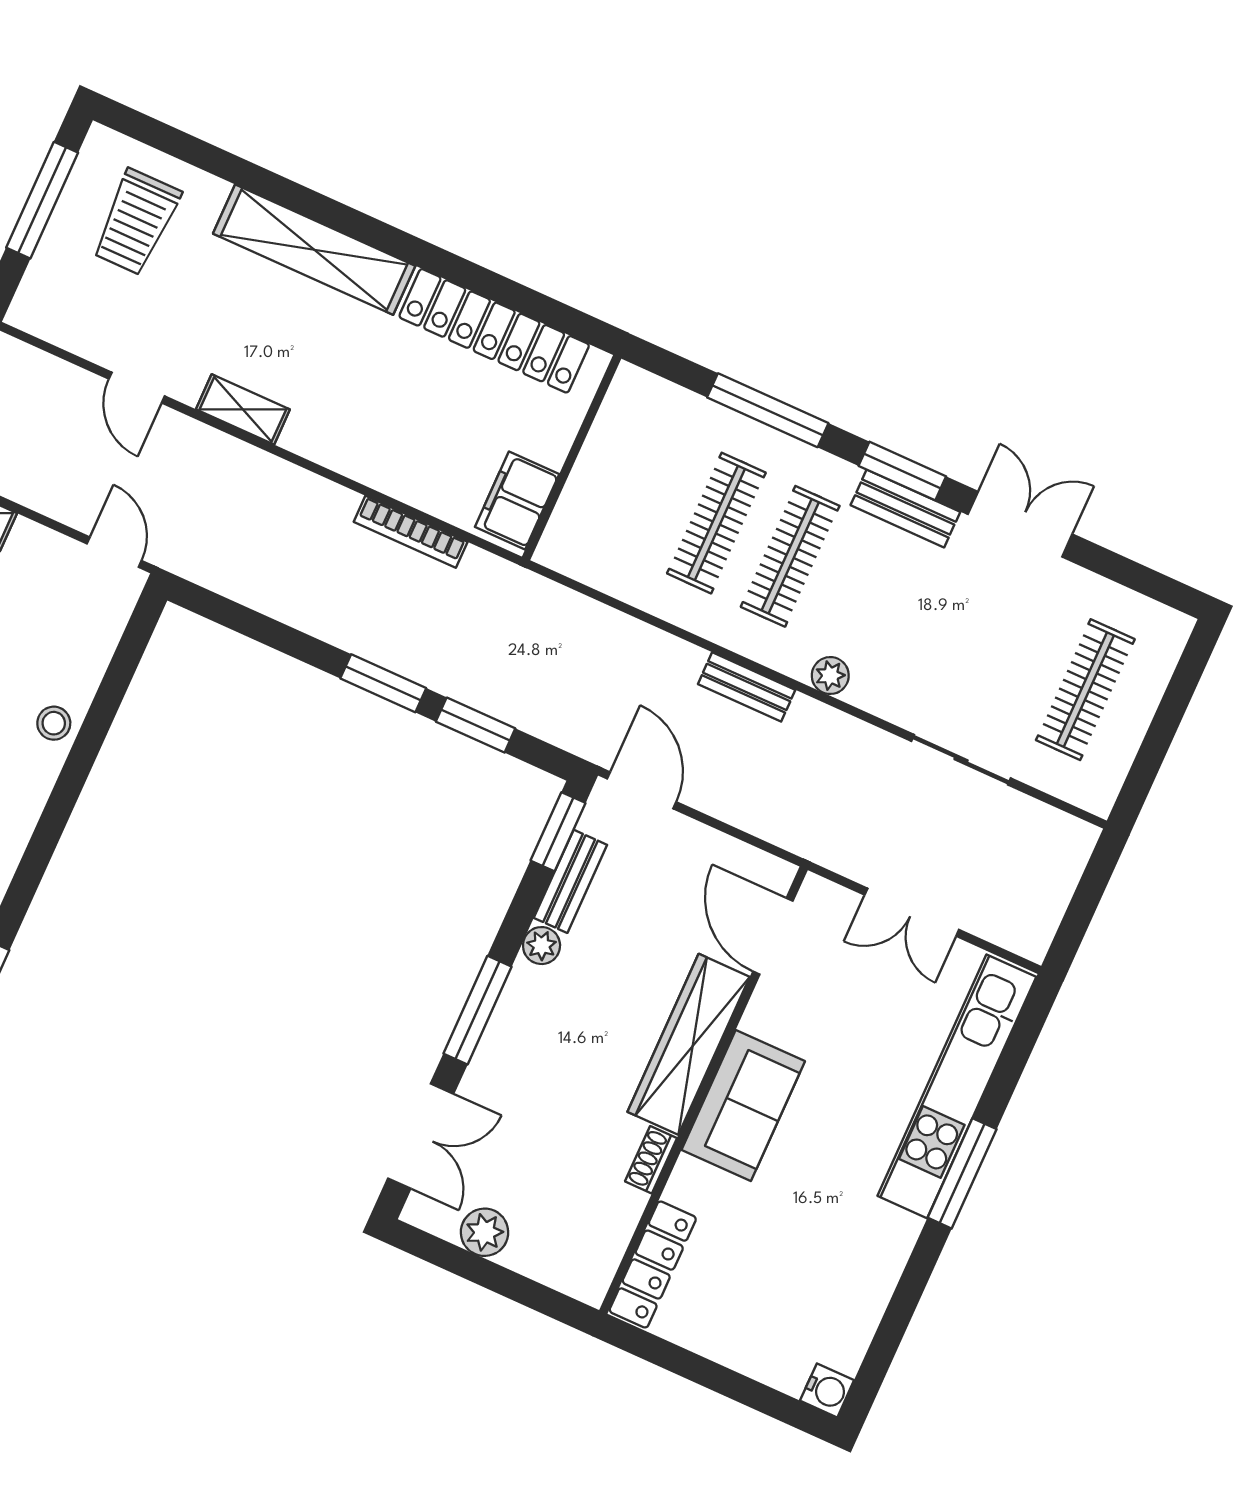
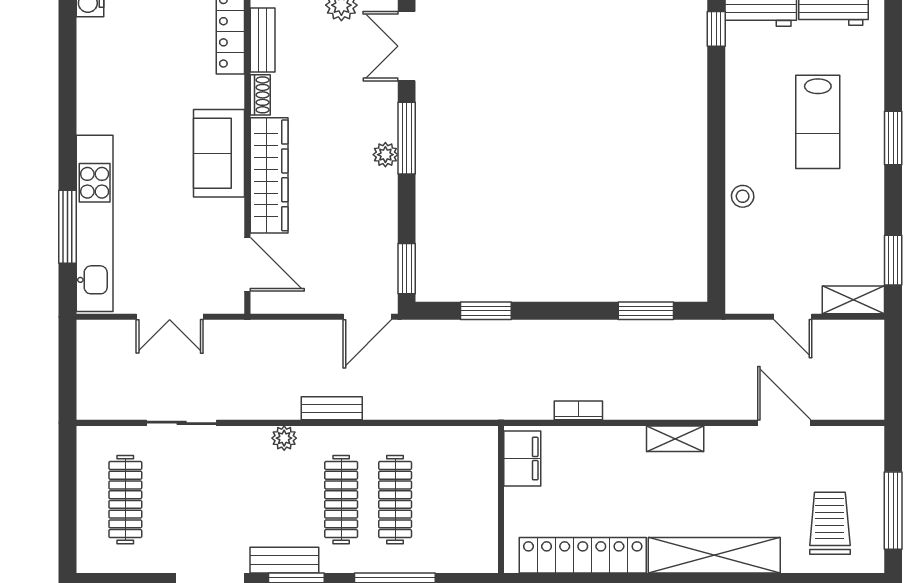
door: (137, 388) -> (784, 423), width x1.37
shelving: (243, 409) -> (675, 439), moved
bookcase: (411, 532) -> (578, 410), width x0.64
door: (114, 552) -> (793, 317), moved
window: (383, 683) -> (646, 311), moved
door: (642, 790) -> (367, 317), hinge flipped
bench: (570, 881) -> (263, 40), moved
double door: (912, 912) -> (170, 317), swing flipped
plant: (542, 946) -> (385, 155), moved
window: (962, 1173) -> (68, 227), moved

